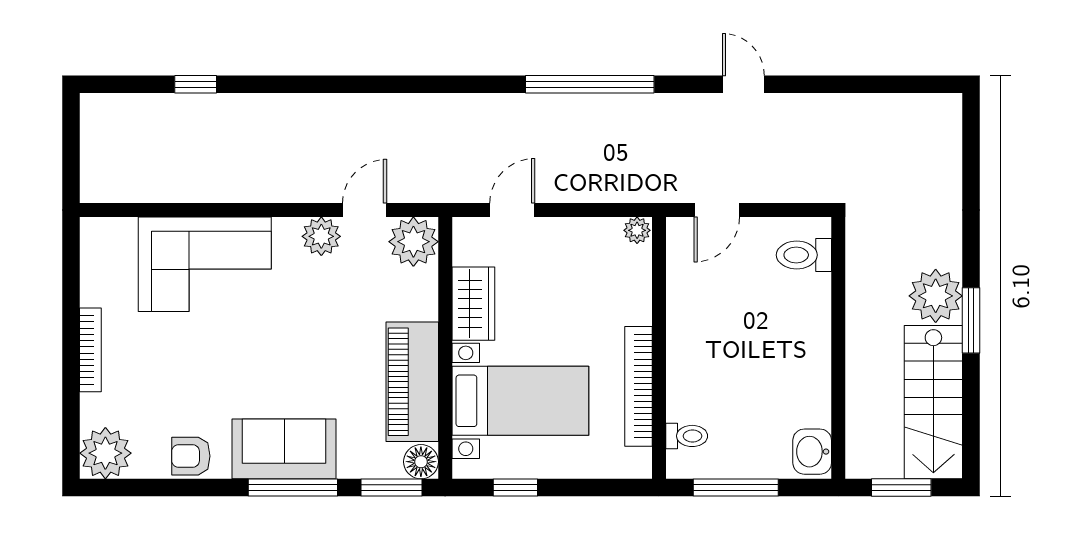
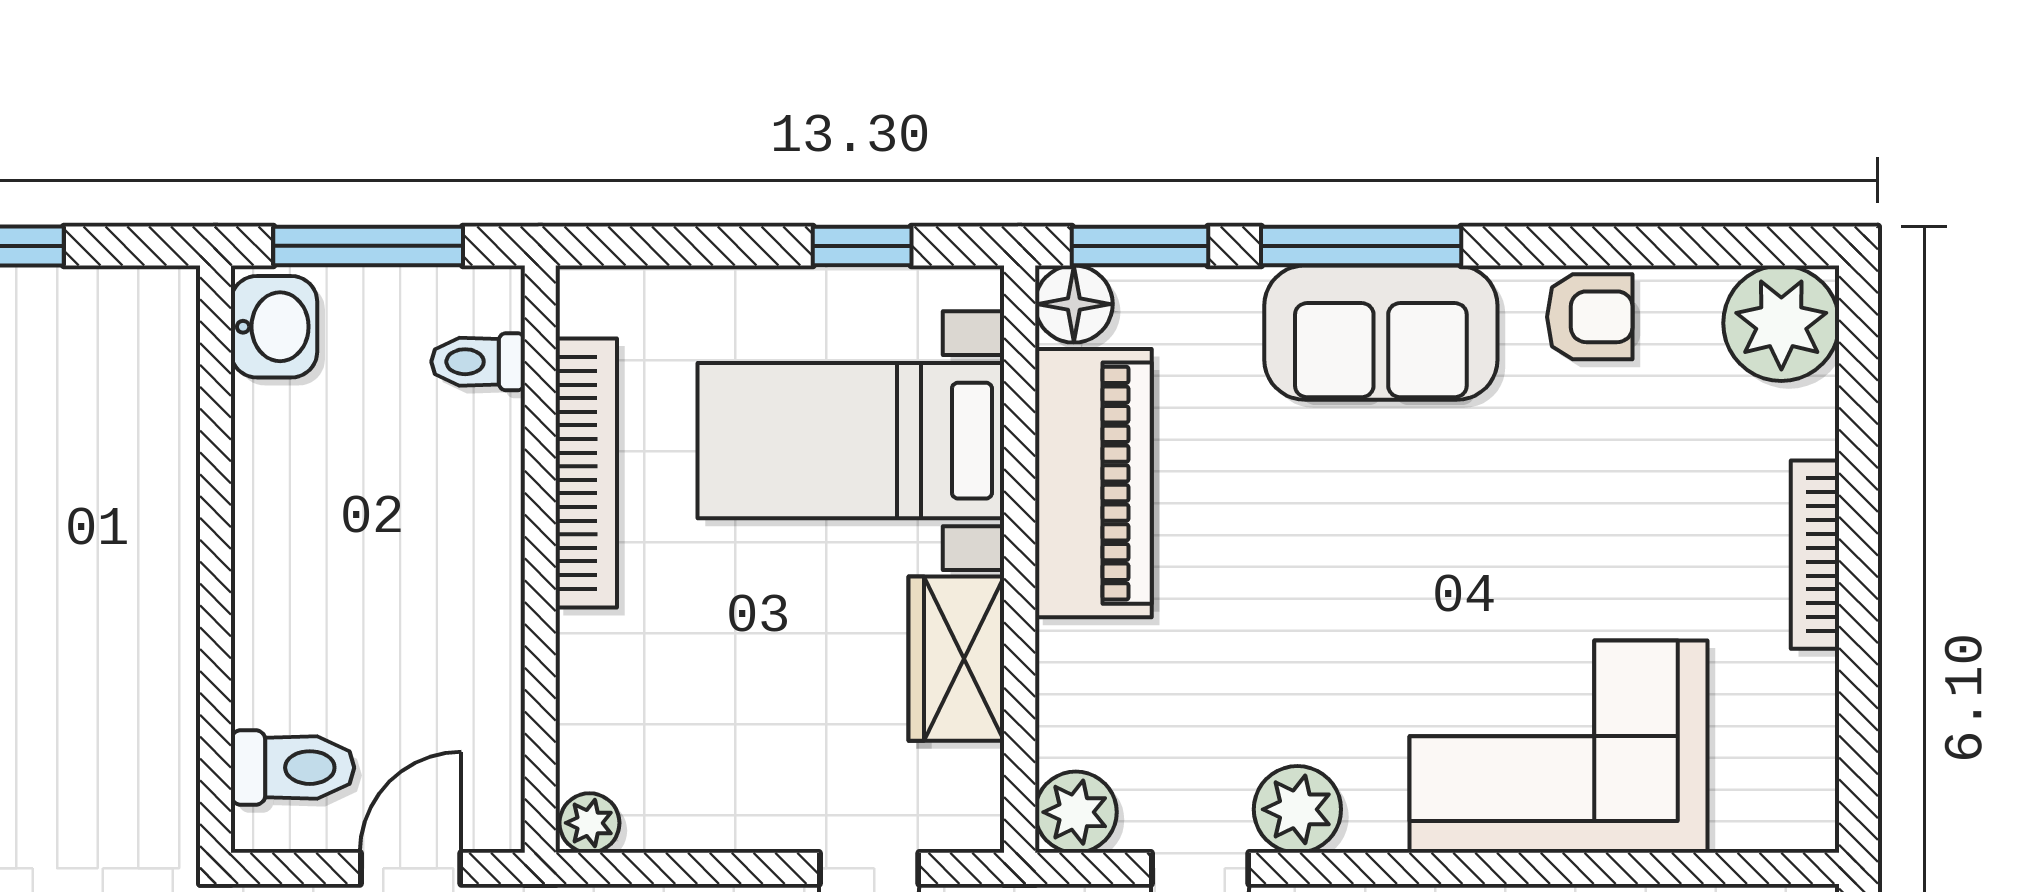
plant: (413, 242) -> (1076, 812), width x0.73, depth x0.73
toilet: (804, 255) -> (293, 768), moved
wall: (838, 348) -> (216, 559), moved
washbasin: (812, 452) -> (274, 327), moved

